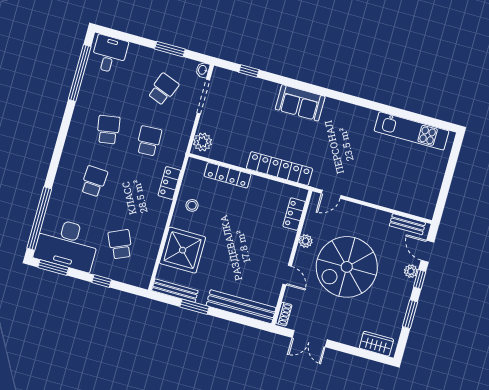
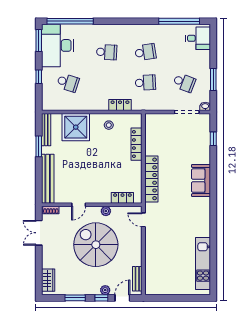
plant: (203, 142) -> (155, 120), removed
school desk: (120, 244) -> (68, 83), turned 42

